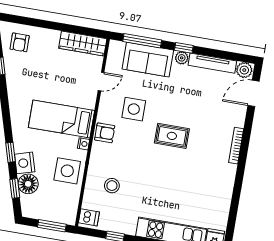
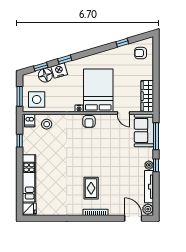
sofa: (148, 60) -> (144, 130), moved
side table: (134, 109) -> (108, 138), removed
bed: (61, 119) -> (98, 90), width x1.50
rug: (172, 136) -> (91, 188), moved
side table: (67, 171) -> (37, 100), moved
stool: (112, 186) -> (47, 124), moved

